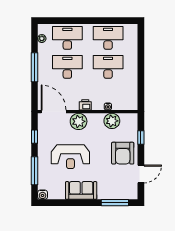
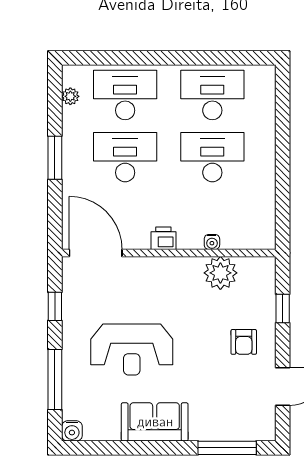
window: (35, 67) -> (55, 158), width x0.69
plant: (79, 121) -> (149, 274), removed
armchair: (123, 153) -> (244, 342), width x0.53, depth x0.53

